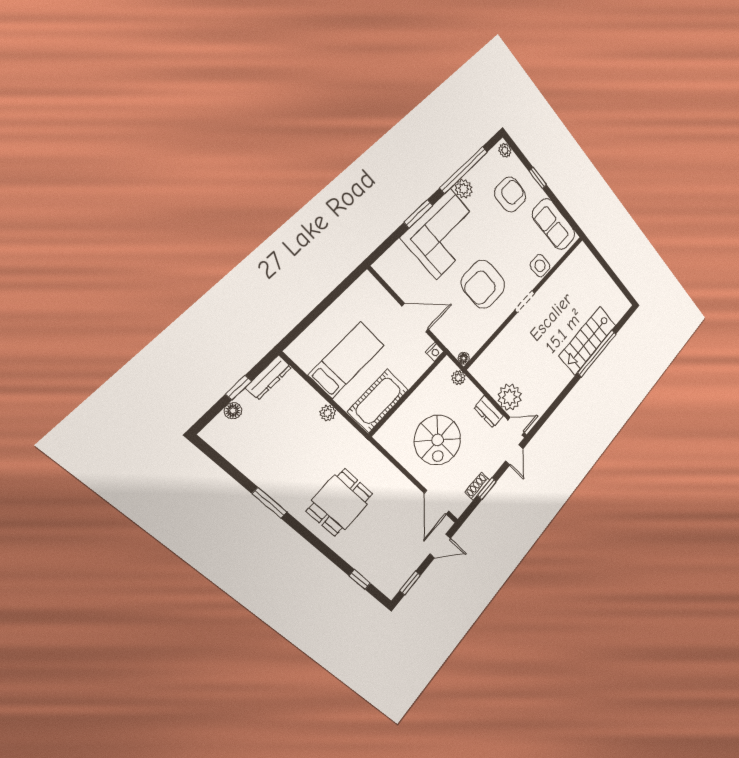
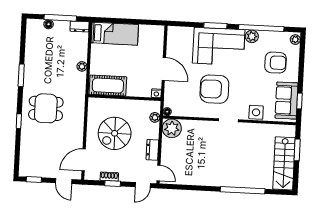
window: (538, 178) -> (300, 101), moved
window: (603, 263) -> (297, 150), added
stairs: (588, 340) -> (284, 163), moved, turned -90
bed: (347, 360) -> (115, 34), moved
dresser: (269, 377) -> (80, 26), width x0.70
window: (239, 388) -> (60, 18), width x2.17
plant: (510, 397) -> (172, 128), moved
window: (360, 580) -> (19, 121), moved

